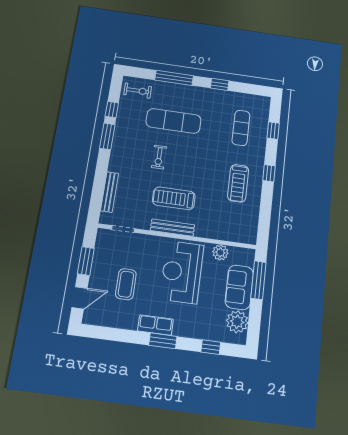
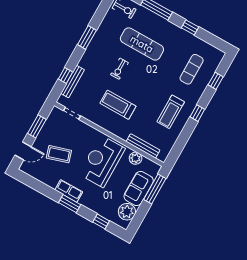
window: (112, 110) -> (65, 76), moved
bench: (172, 228) -> (143, 146), moved
coffee table: (126, 284) -> (59, 154), turned 73

